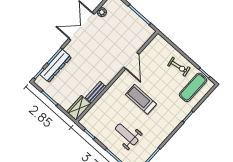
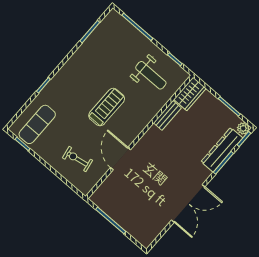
plant: (102, 12) -> (243, 128), moved
exercise bike: (179, 67) -> (77, 159), moved
treadmill: (141, 99) -> (107, 107), turned -90
weight bench: (127, 134) -> (151, 75), moved

